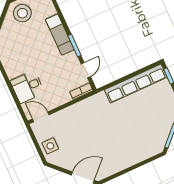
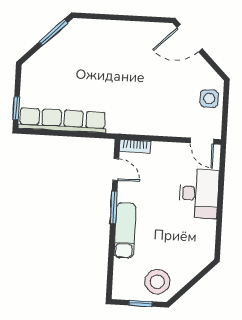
door: (86, 70) -> (116, 169), swing flipped
desk: (27, 87) -> (199, 194), width x1.37

